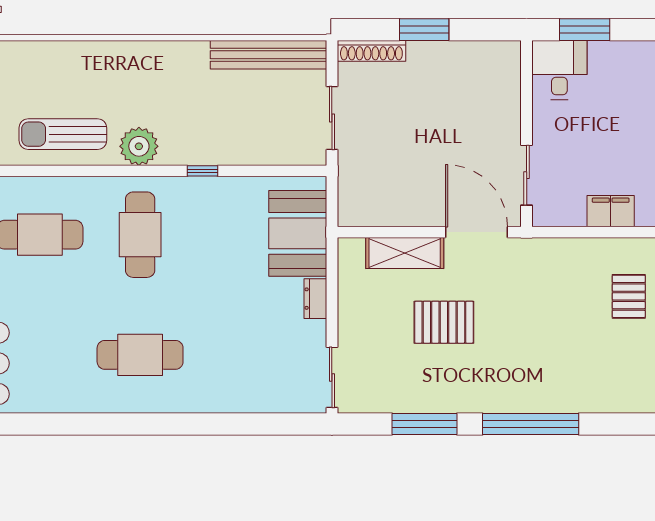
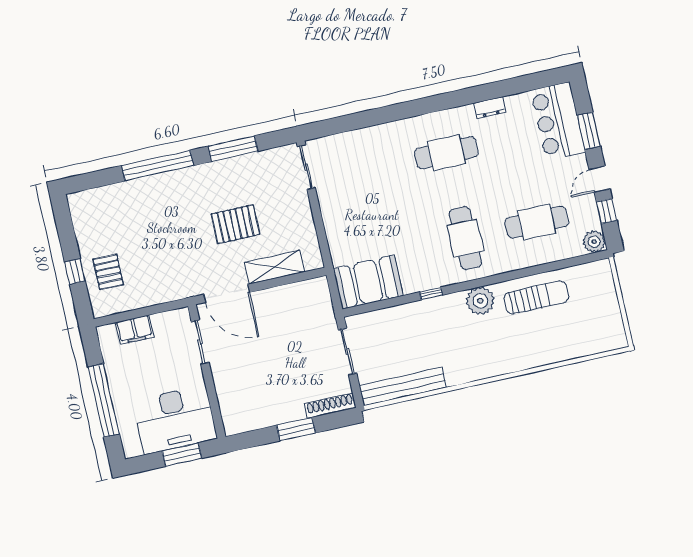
desk: (559, 70) -> (175, 419), width x1.87, depth x1.30
booth: (298, 233) -> (368, 282), moved, turned 90
dresser: (315, 299) -> (490, 108), moved, turned 90

